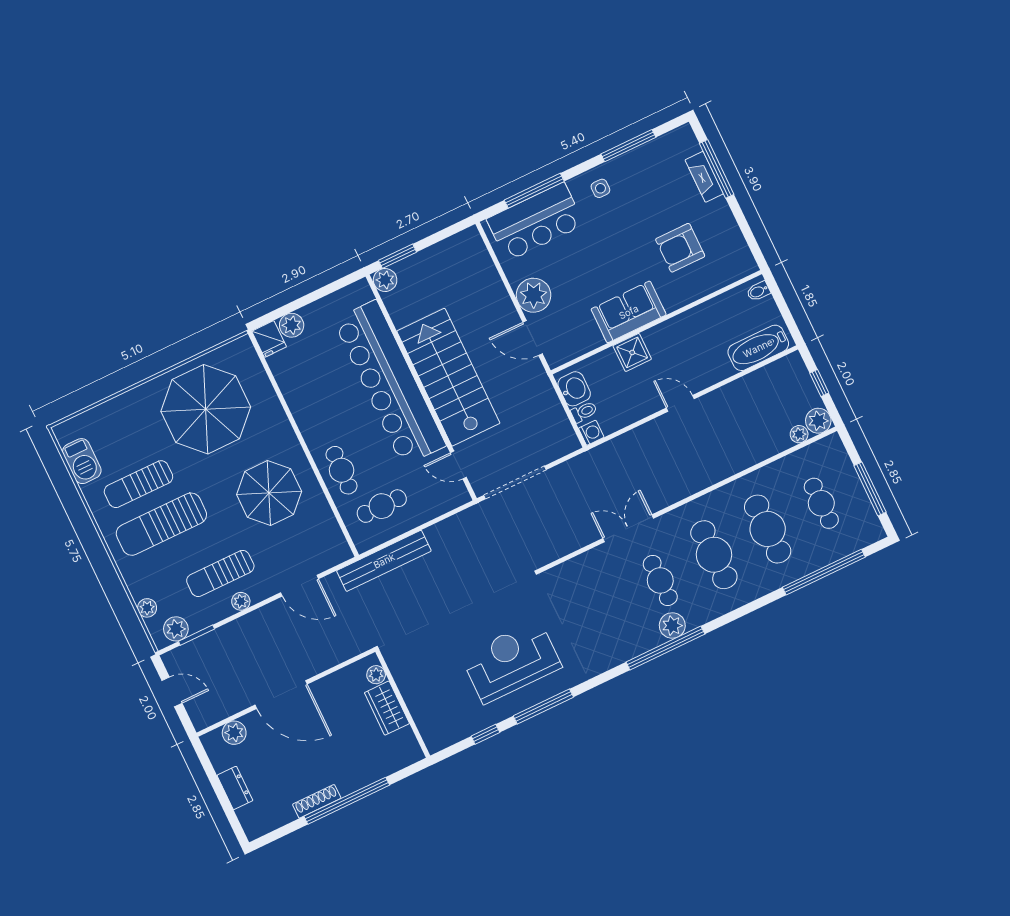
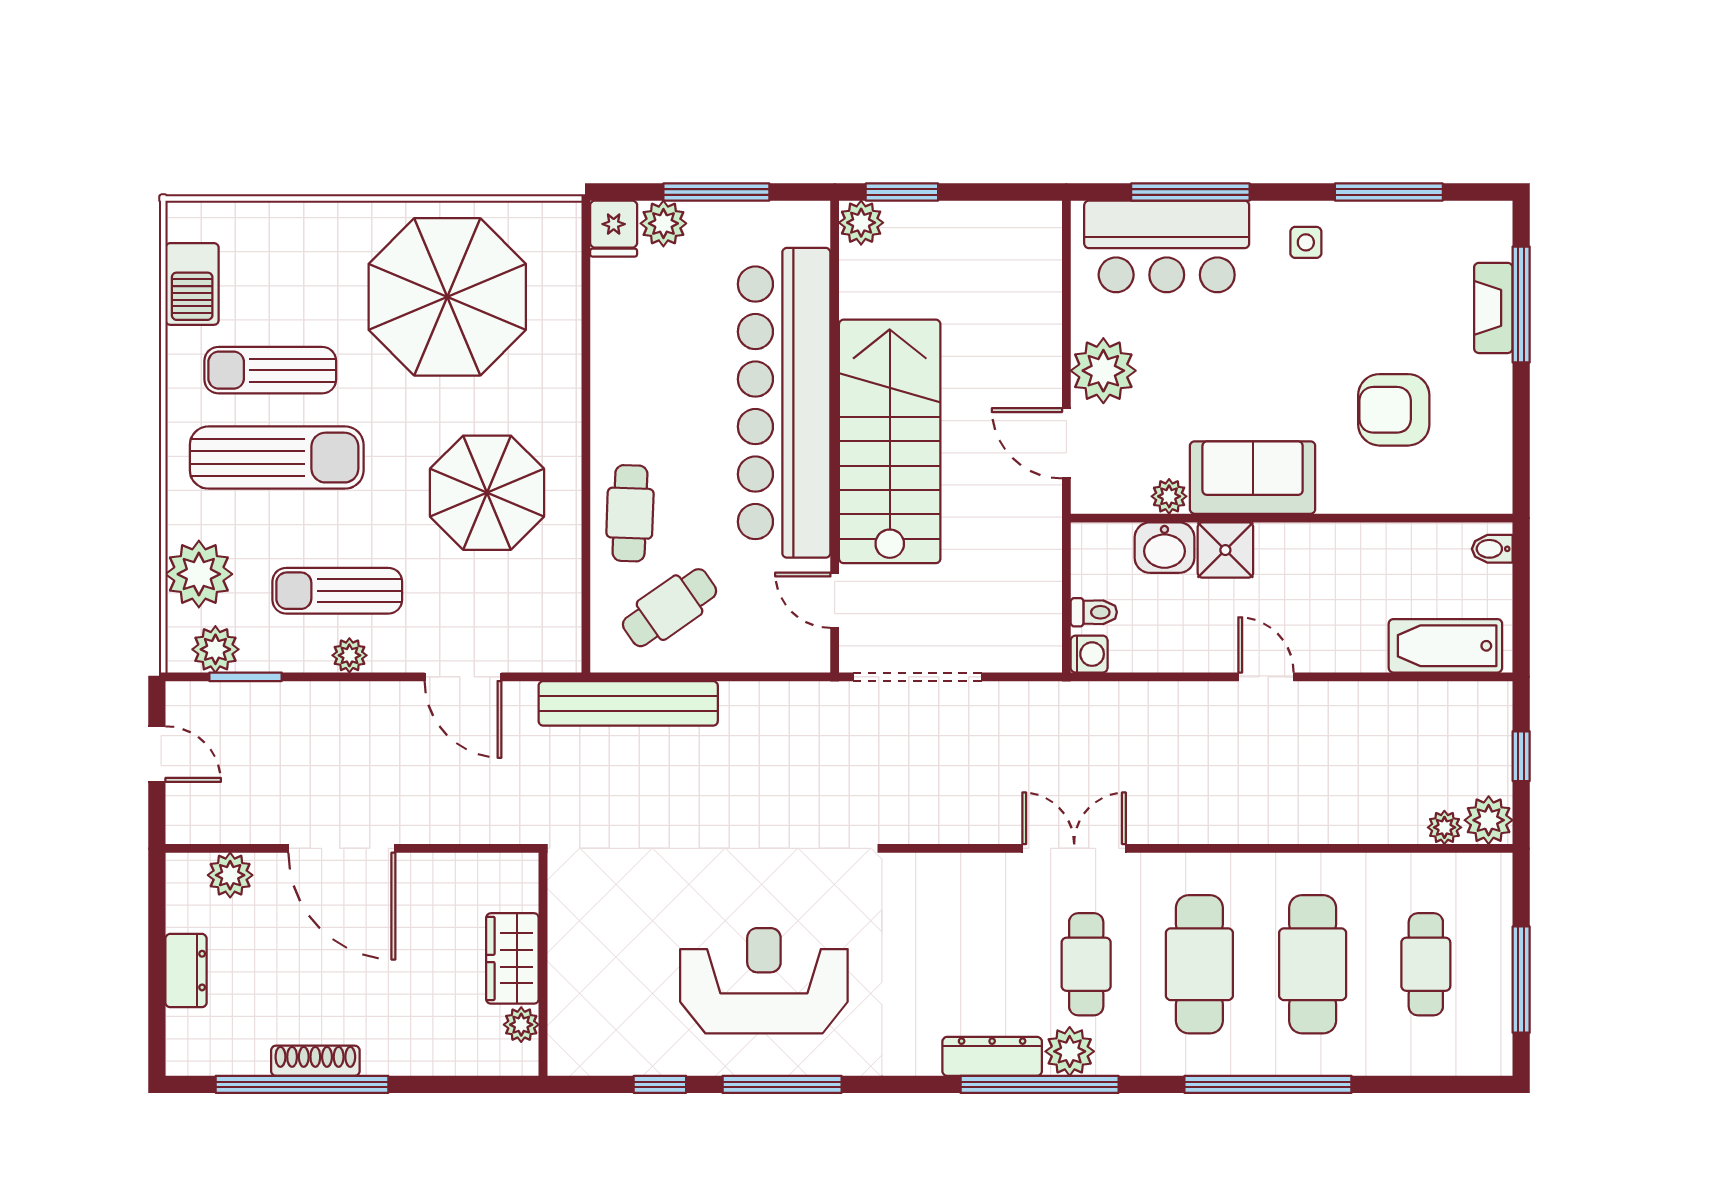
window: (310, 298) -> (716, 192), added
plant: (593, 340) -> (1169, 496), added
washbasin: (574, 389) -> (1164, 548), moved, turned 90
cafe table: (382, 506) -> (670, 608), turned -35
sun lounger: (161, 524) -> (277, 458), turned 180
window: (824, 572) -> (1268, 1084), moved
plant: (147, 608) -> (199, 574), width x1.87, depth x1.87
dresser: (637, 645) -> (992, 1056), added
plant: (376, 675) -> (521, 1025), moved
window: (347, 801) -> (302, 1084), moved

